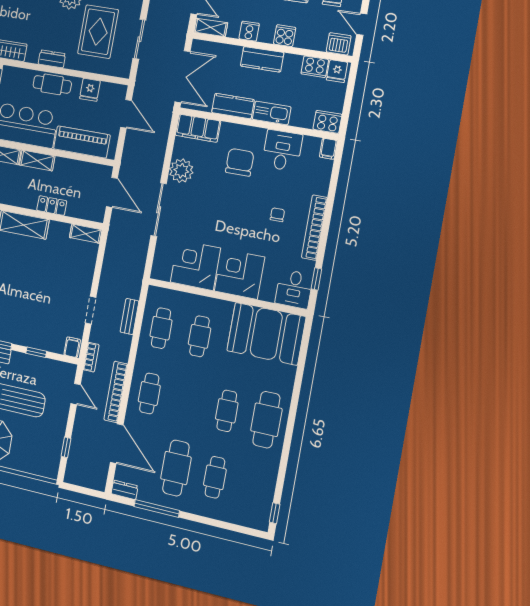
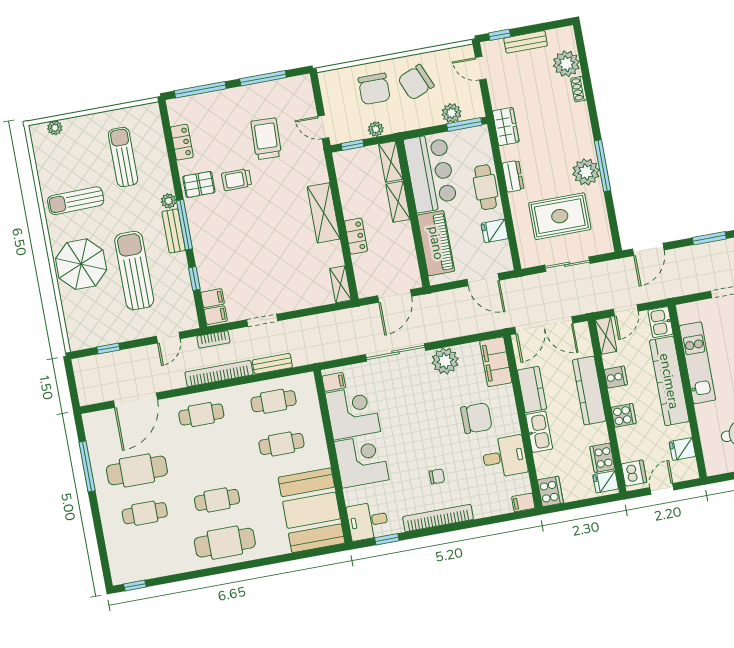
kitchen counter: (262, 59) -> (589, 390), width x1.50
door: (126, 114) -> (483, 280), hinge flipped
filing cabinet: (164, 271) -> (334, 382), added
filing cabinet: (57, 344) -> (213, 298), added
bookcase: (116, 392) -> (219, 373), moved
dresser: (125, 490) -> (92, 426), removed

